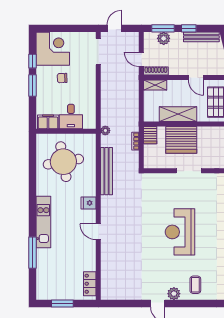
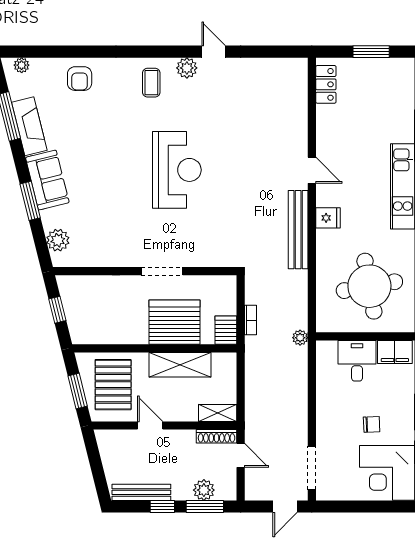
bench: (107, 171) -> (298, 230), moved

